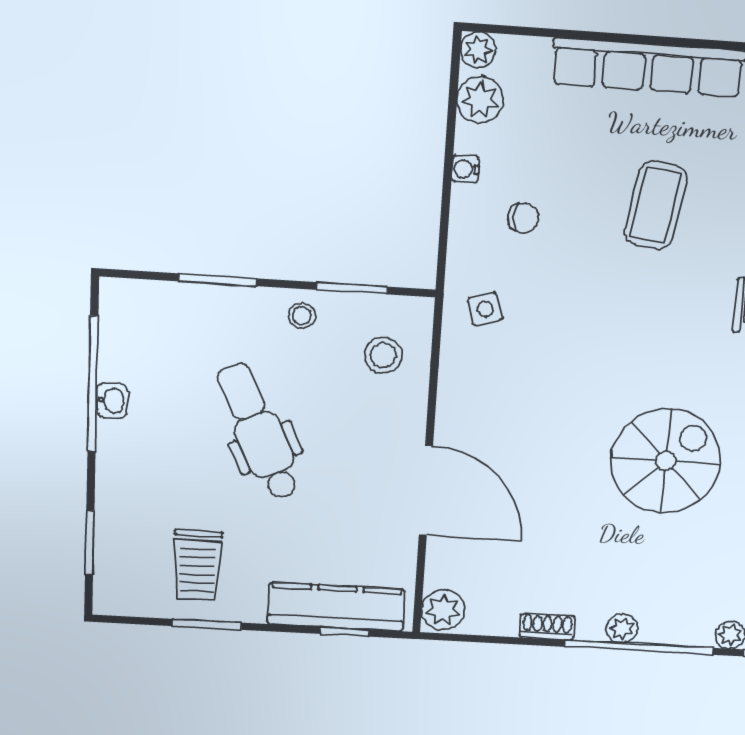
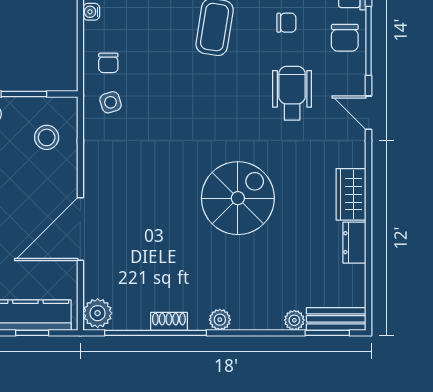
chair: (523, 218) -> (108, 63), moved, turned 90
door: (426, 491) -> (80, 229), swing flipped
window: (639, 647) -> (156, 333), moved

